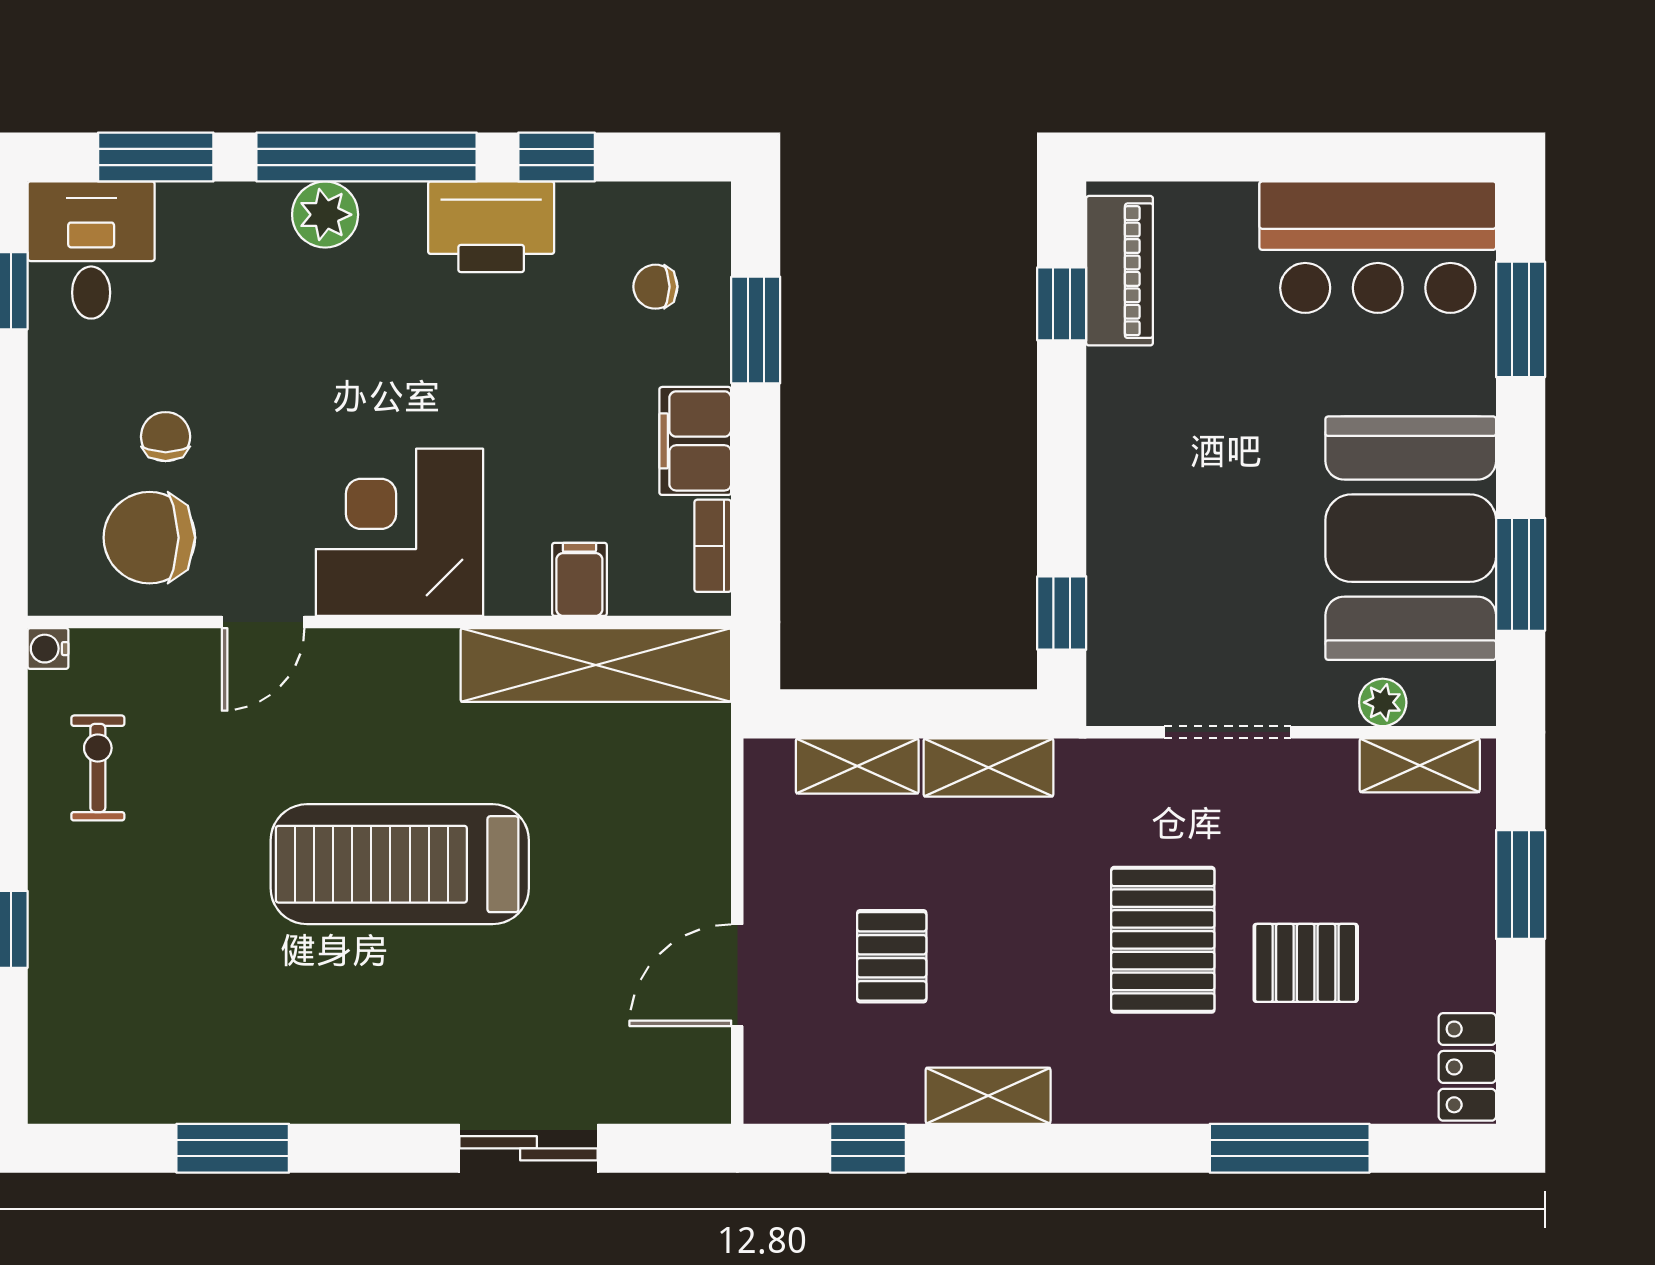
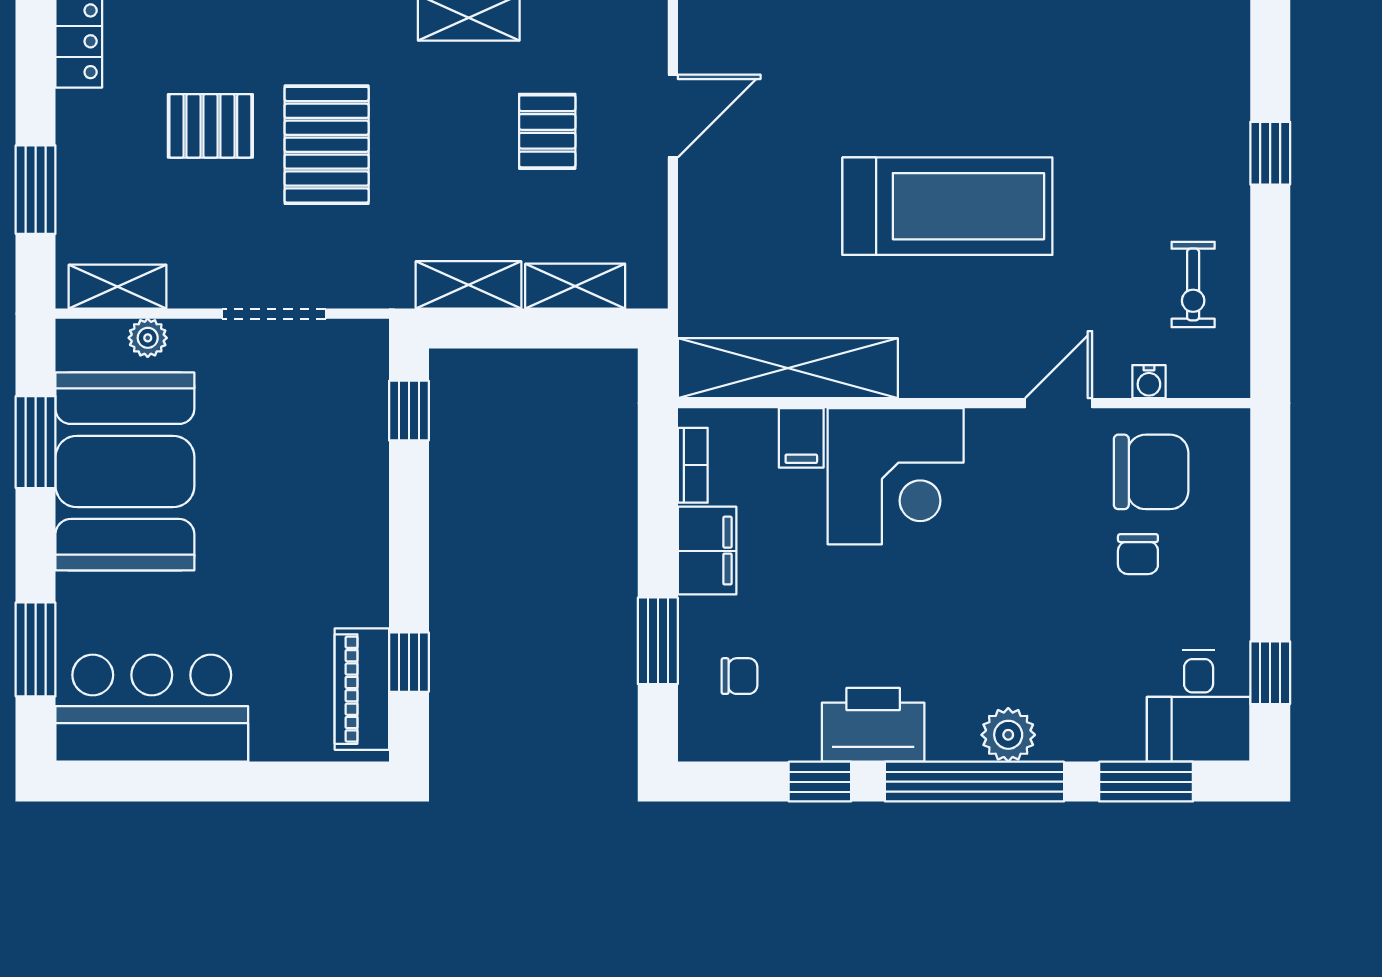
corner desk: (399, 532) -> (896, 476), moved
water cooler: (48, 649) -> (1149, 382), moved, turned 90

